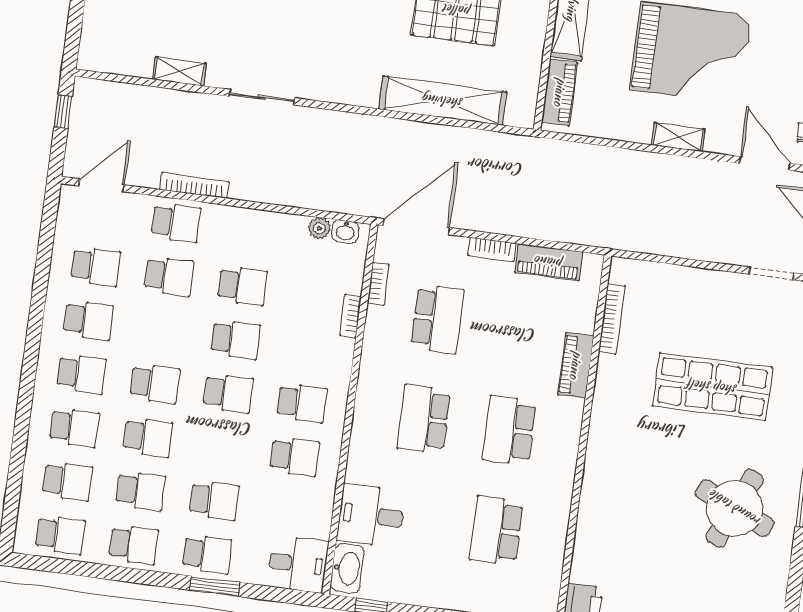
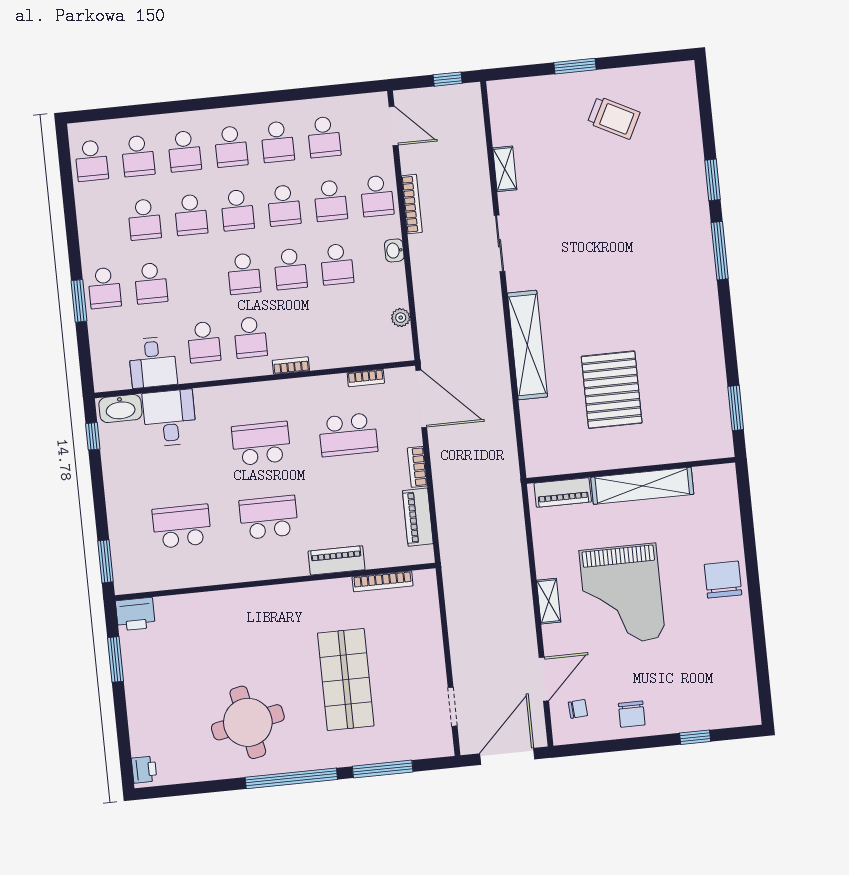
shelving: (443, 101) -> (527, 345), moved
washbasin: (345, 231) -> (394, 250), moved
bookcase: (351, 316) -> (291, 365), moved
round table: (735, 508) -> (248, 722), turned -35
school desk: (134, 545) -> (284, 205), moved
desk: (298, 564) -> (153, 362), moved

